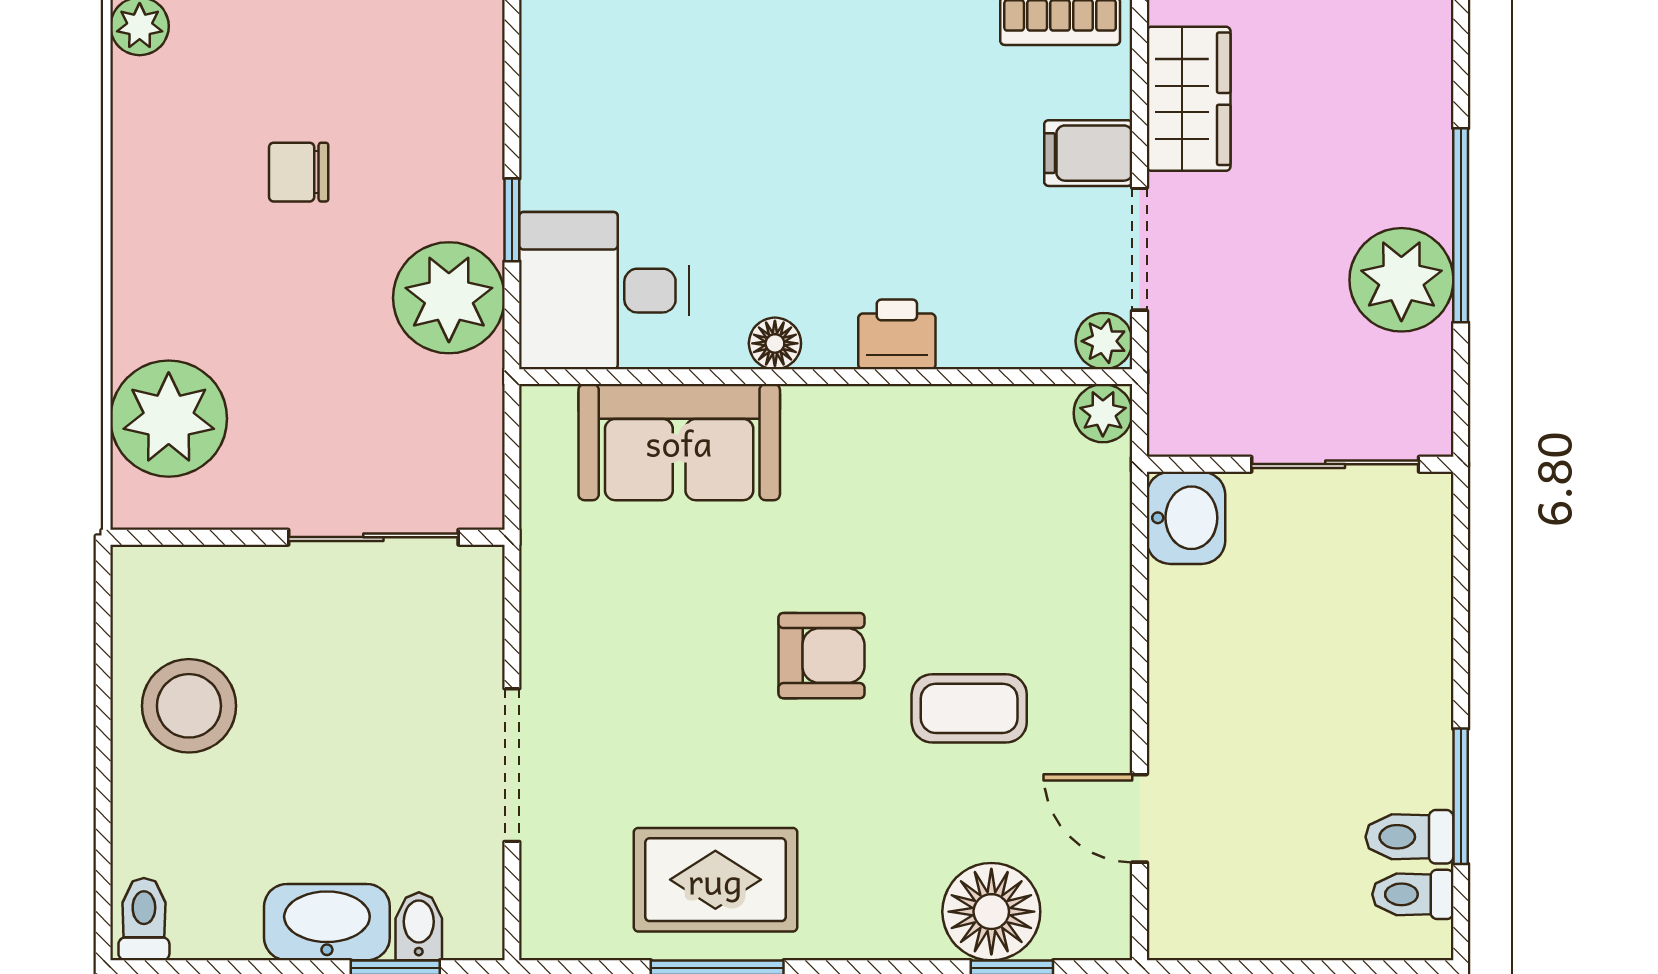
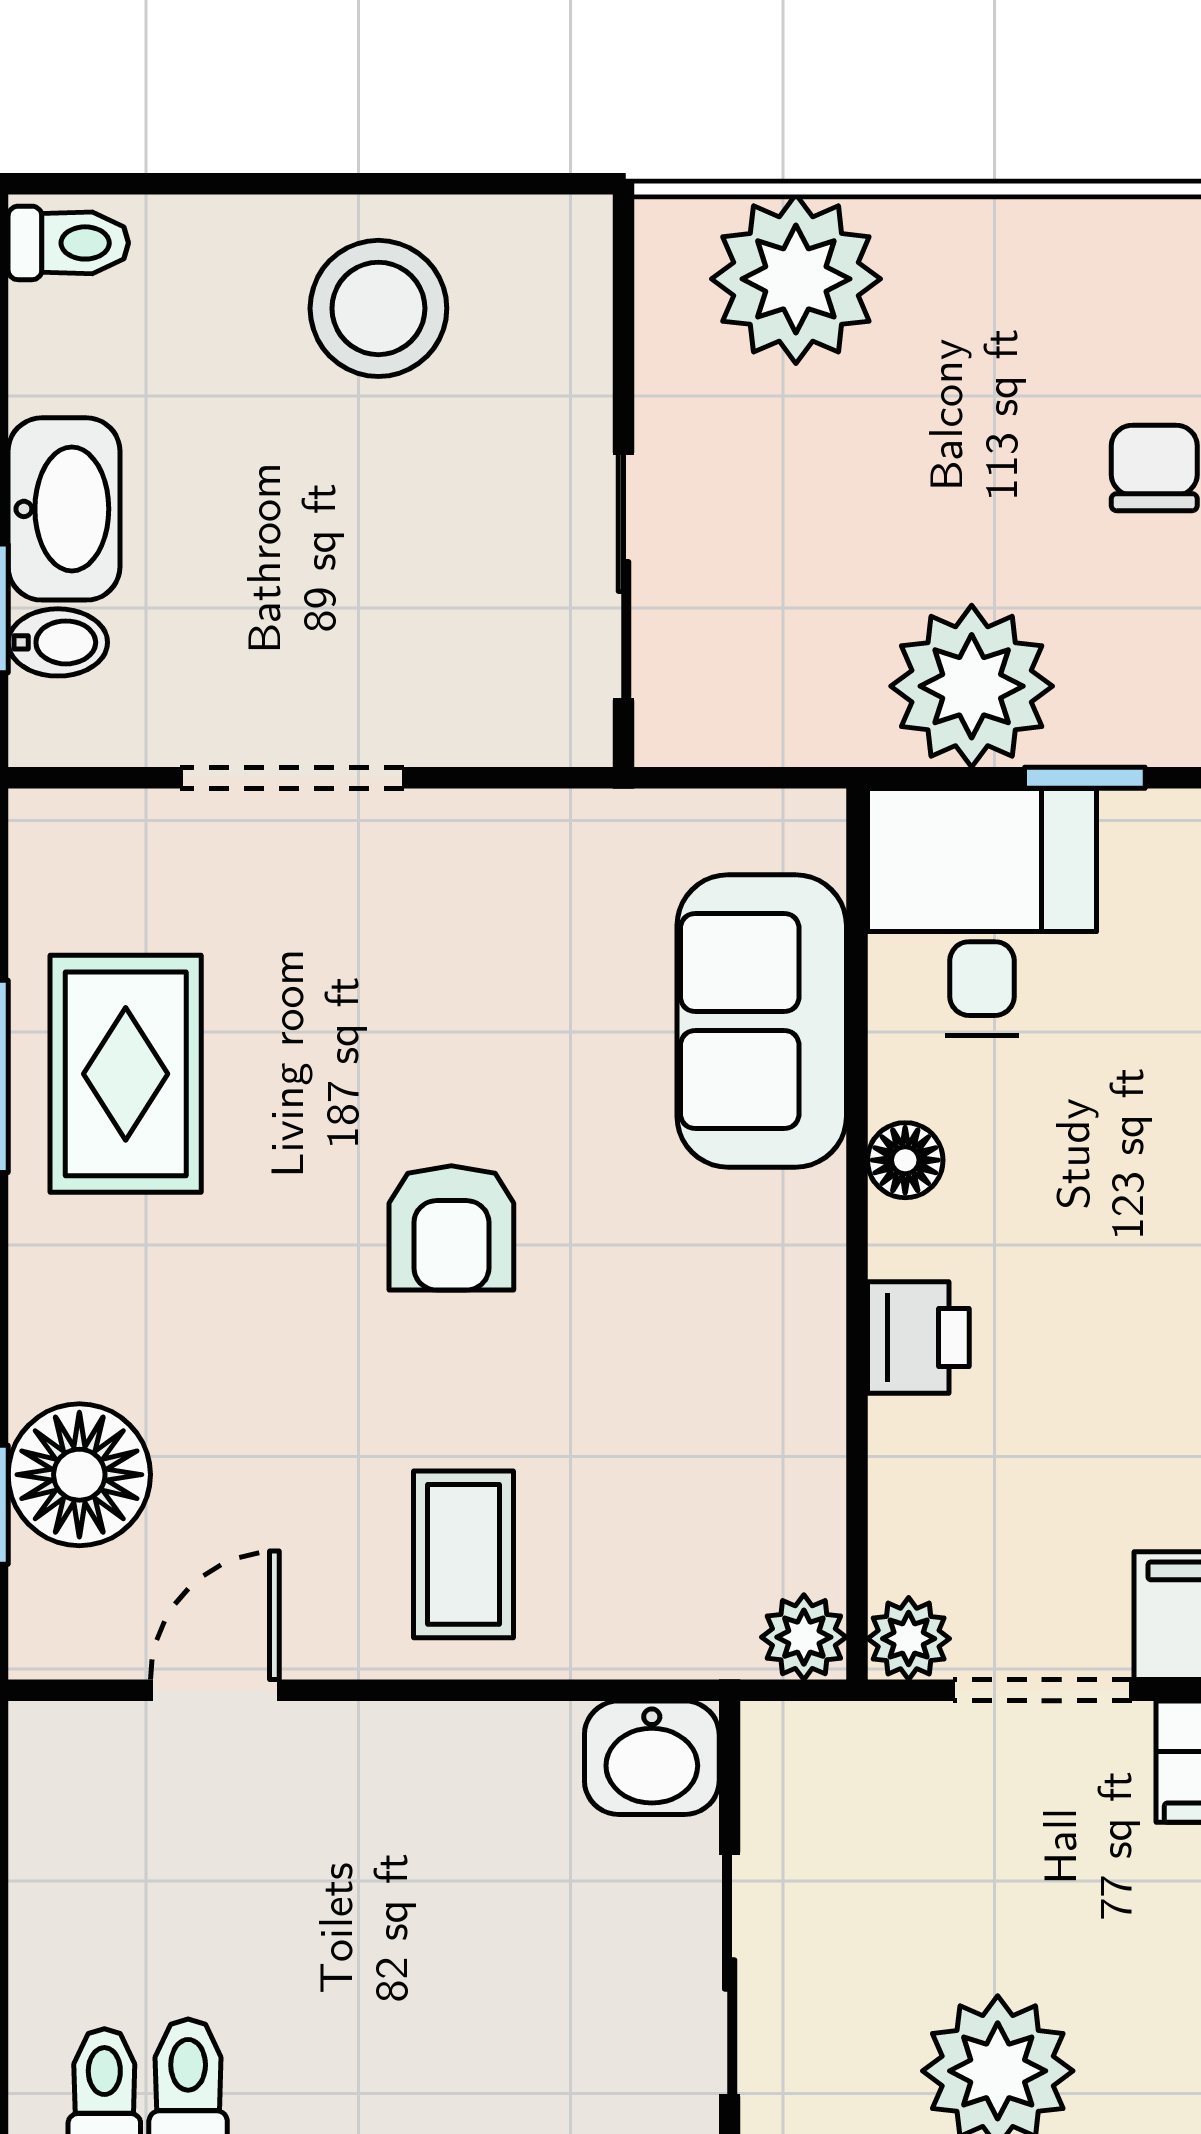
coffee table: (969, 708) -> (463, 1554), moved

